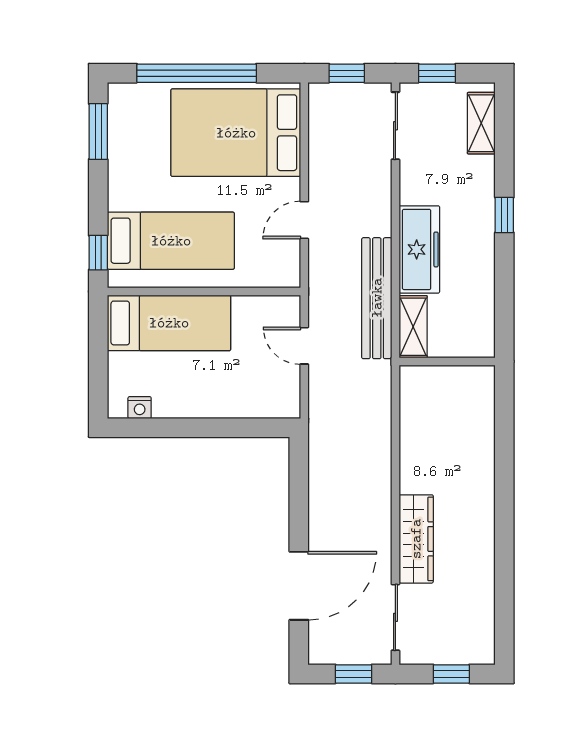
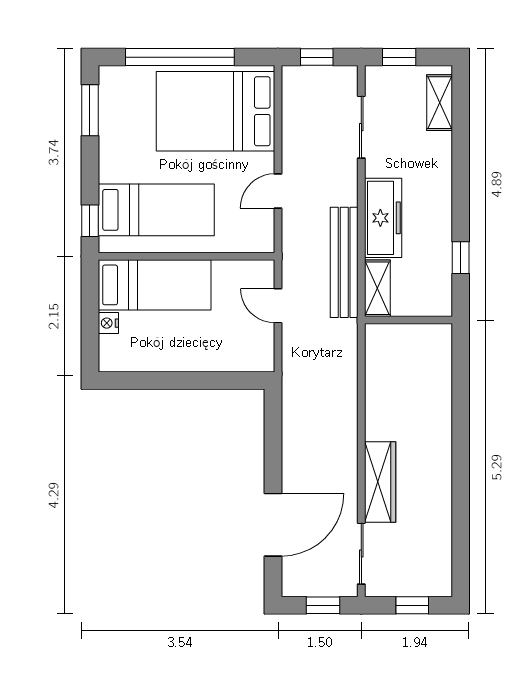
sliding door: (395, 126) -> (361, 127), moved
window: (504, 215) -> (461, 258), moved
nightstand: (140, 408) -> (108, 323), moved, turned 90

